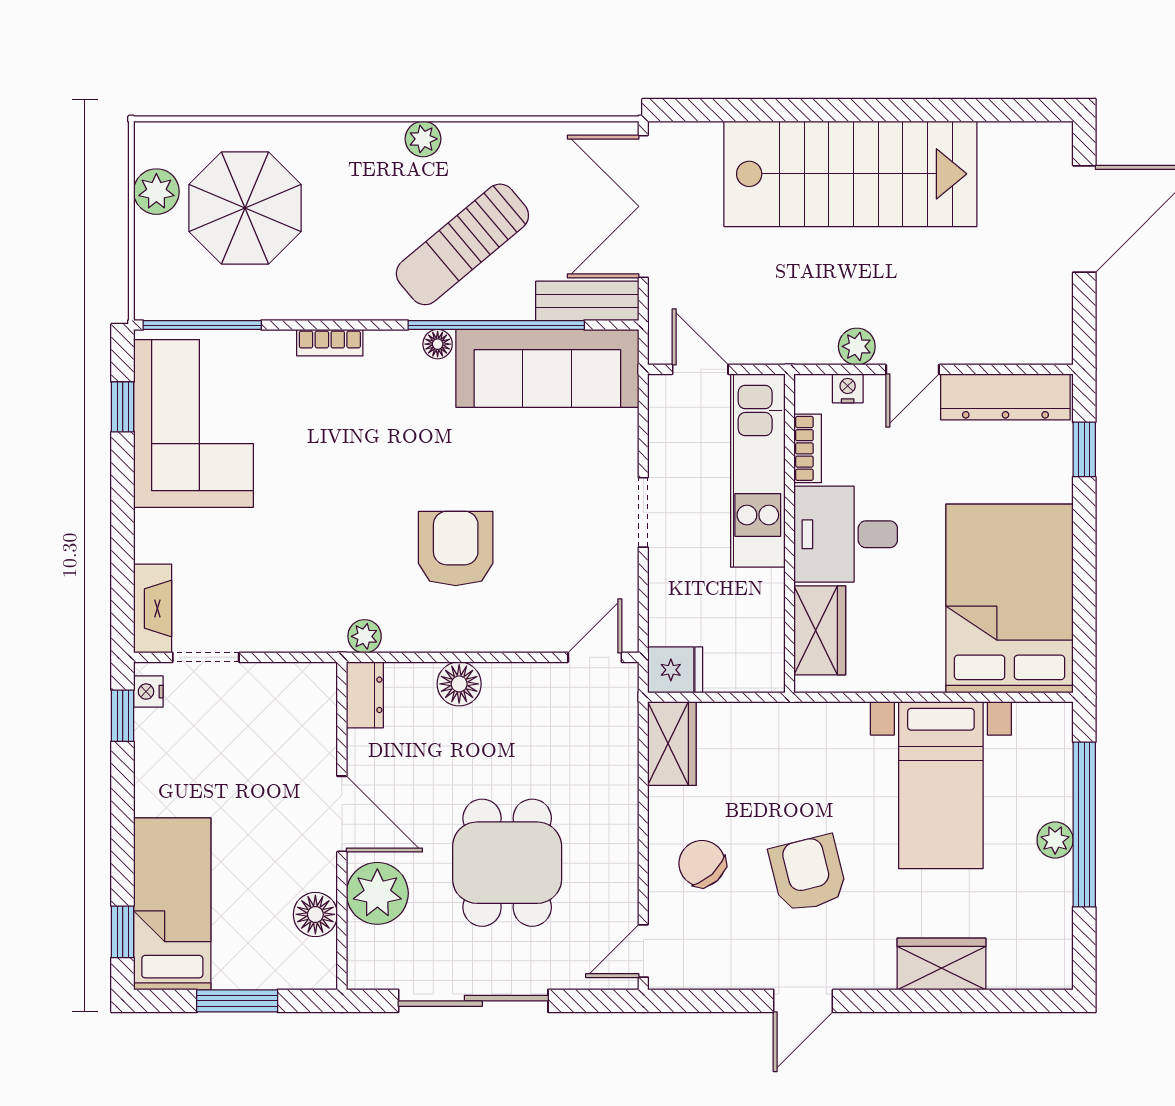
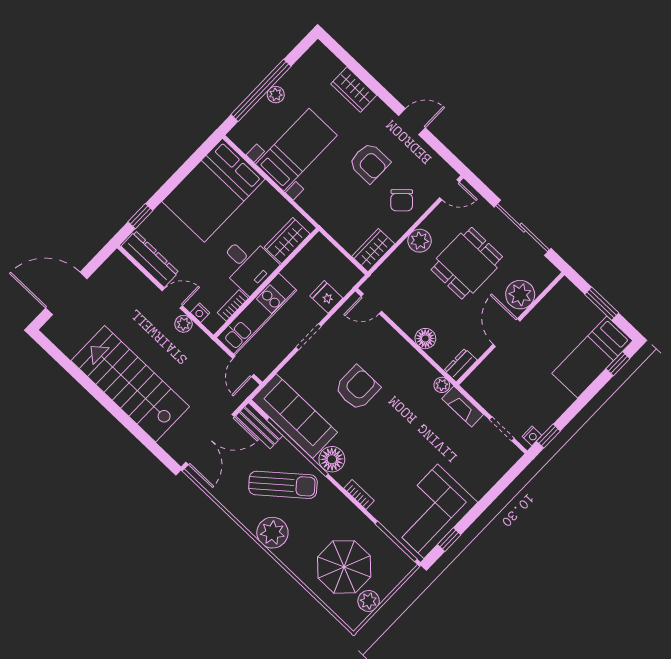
plant: (423, 139) -> (272, 533), width x1.87, depth x1.87
floor lamp: (438, 344) -> (332, 459), width x1.89, depth x1.89
armchair: (456, 548) -> (357, 388), moved, turned 180
fireplace: (153, 609) -> (463, 406), moved, turned -90
fridge: (675, 670) -> (326, 297), moved
plant: (614, 827) -> (420, 241), added
armchair: (808, 874) -> (369, 163), turned -76
floor lamp: (315, 914) -> (548, 307), removed

